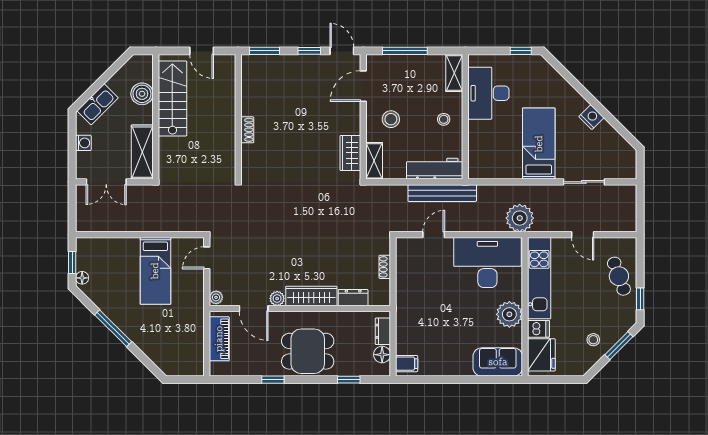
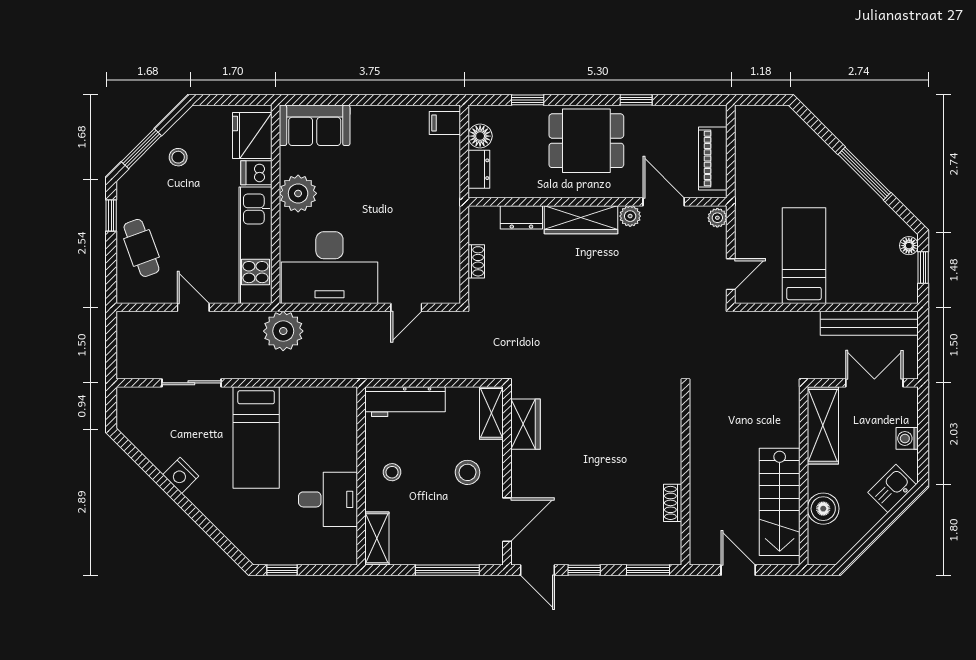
desk: (488, 93) -> (328, 499), width x0.73
kitchen sink: (98, 104) -> (892, 488), width x0.73
shoe rack: (247, 130) -> (673, 503), moved
bench: (442, 193) -> (869, 323), moved

